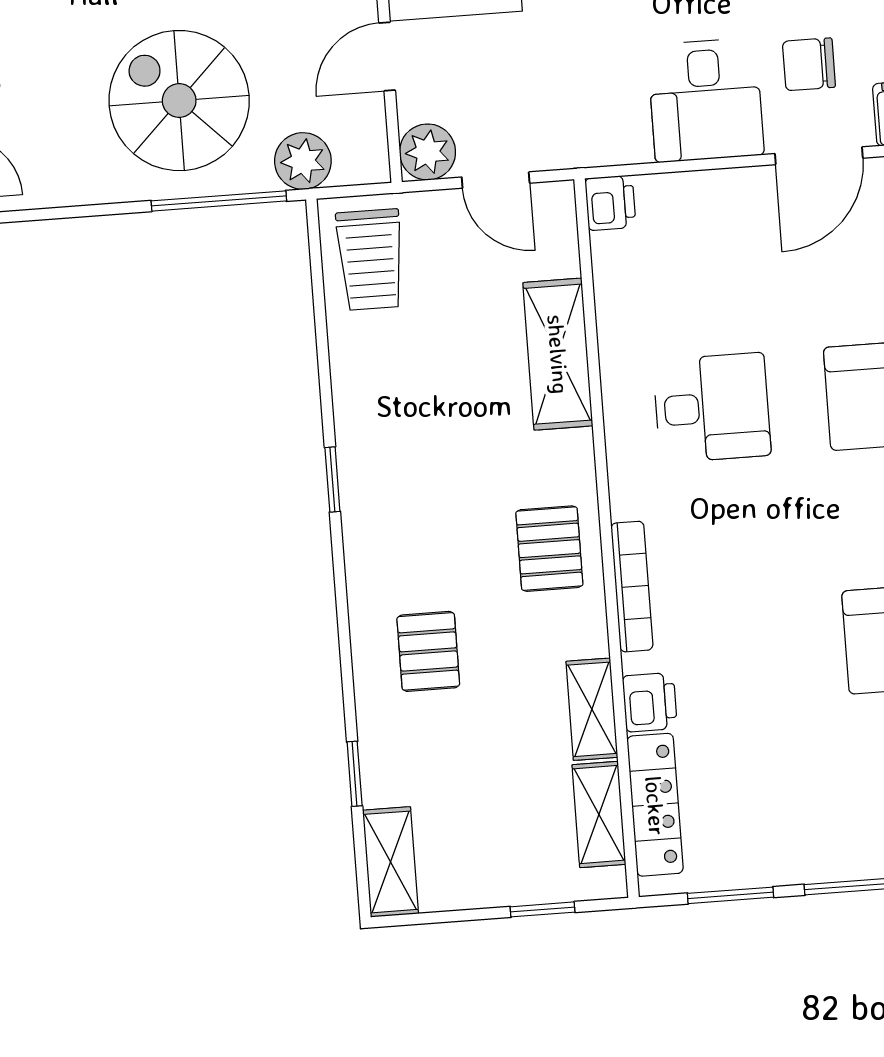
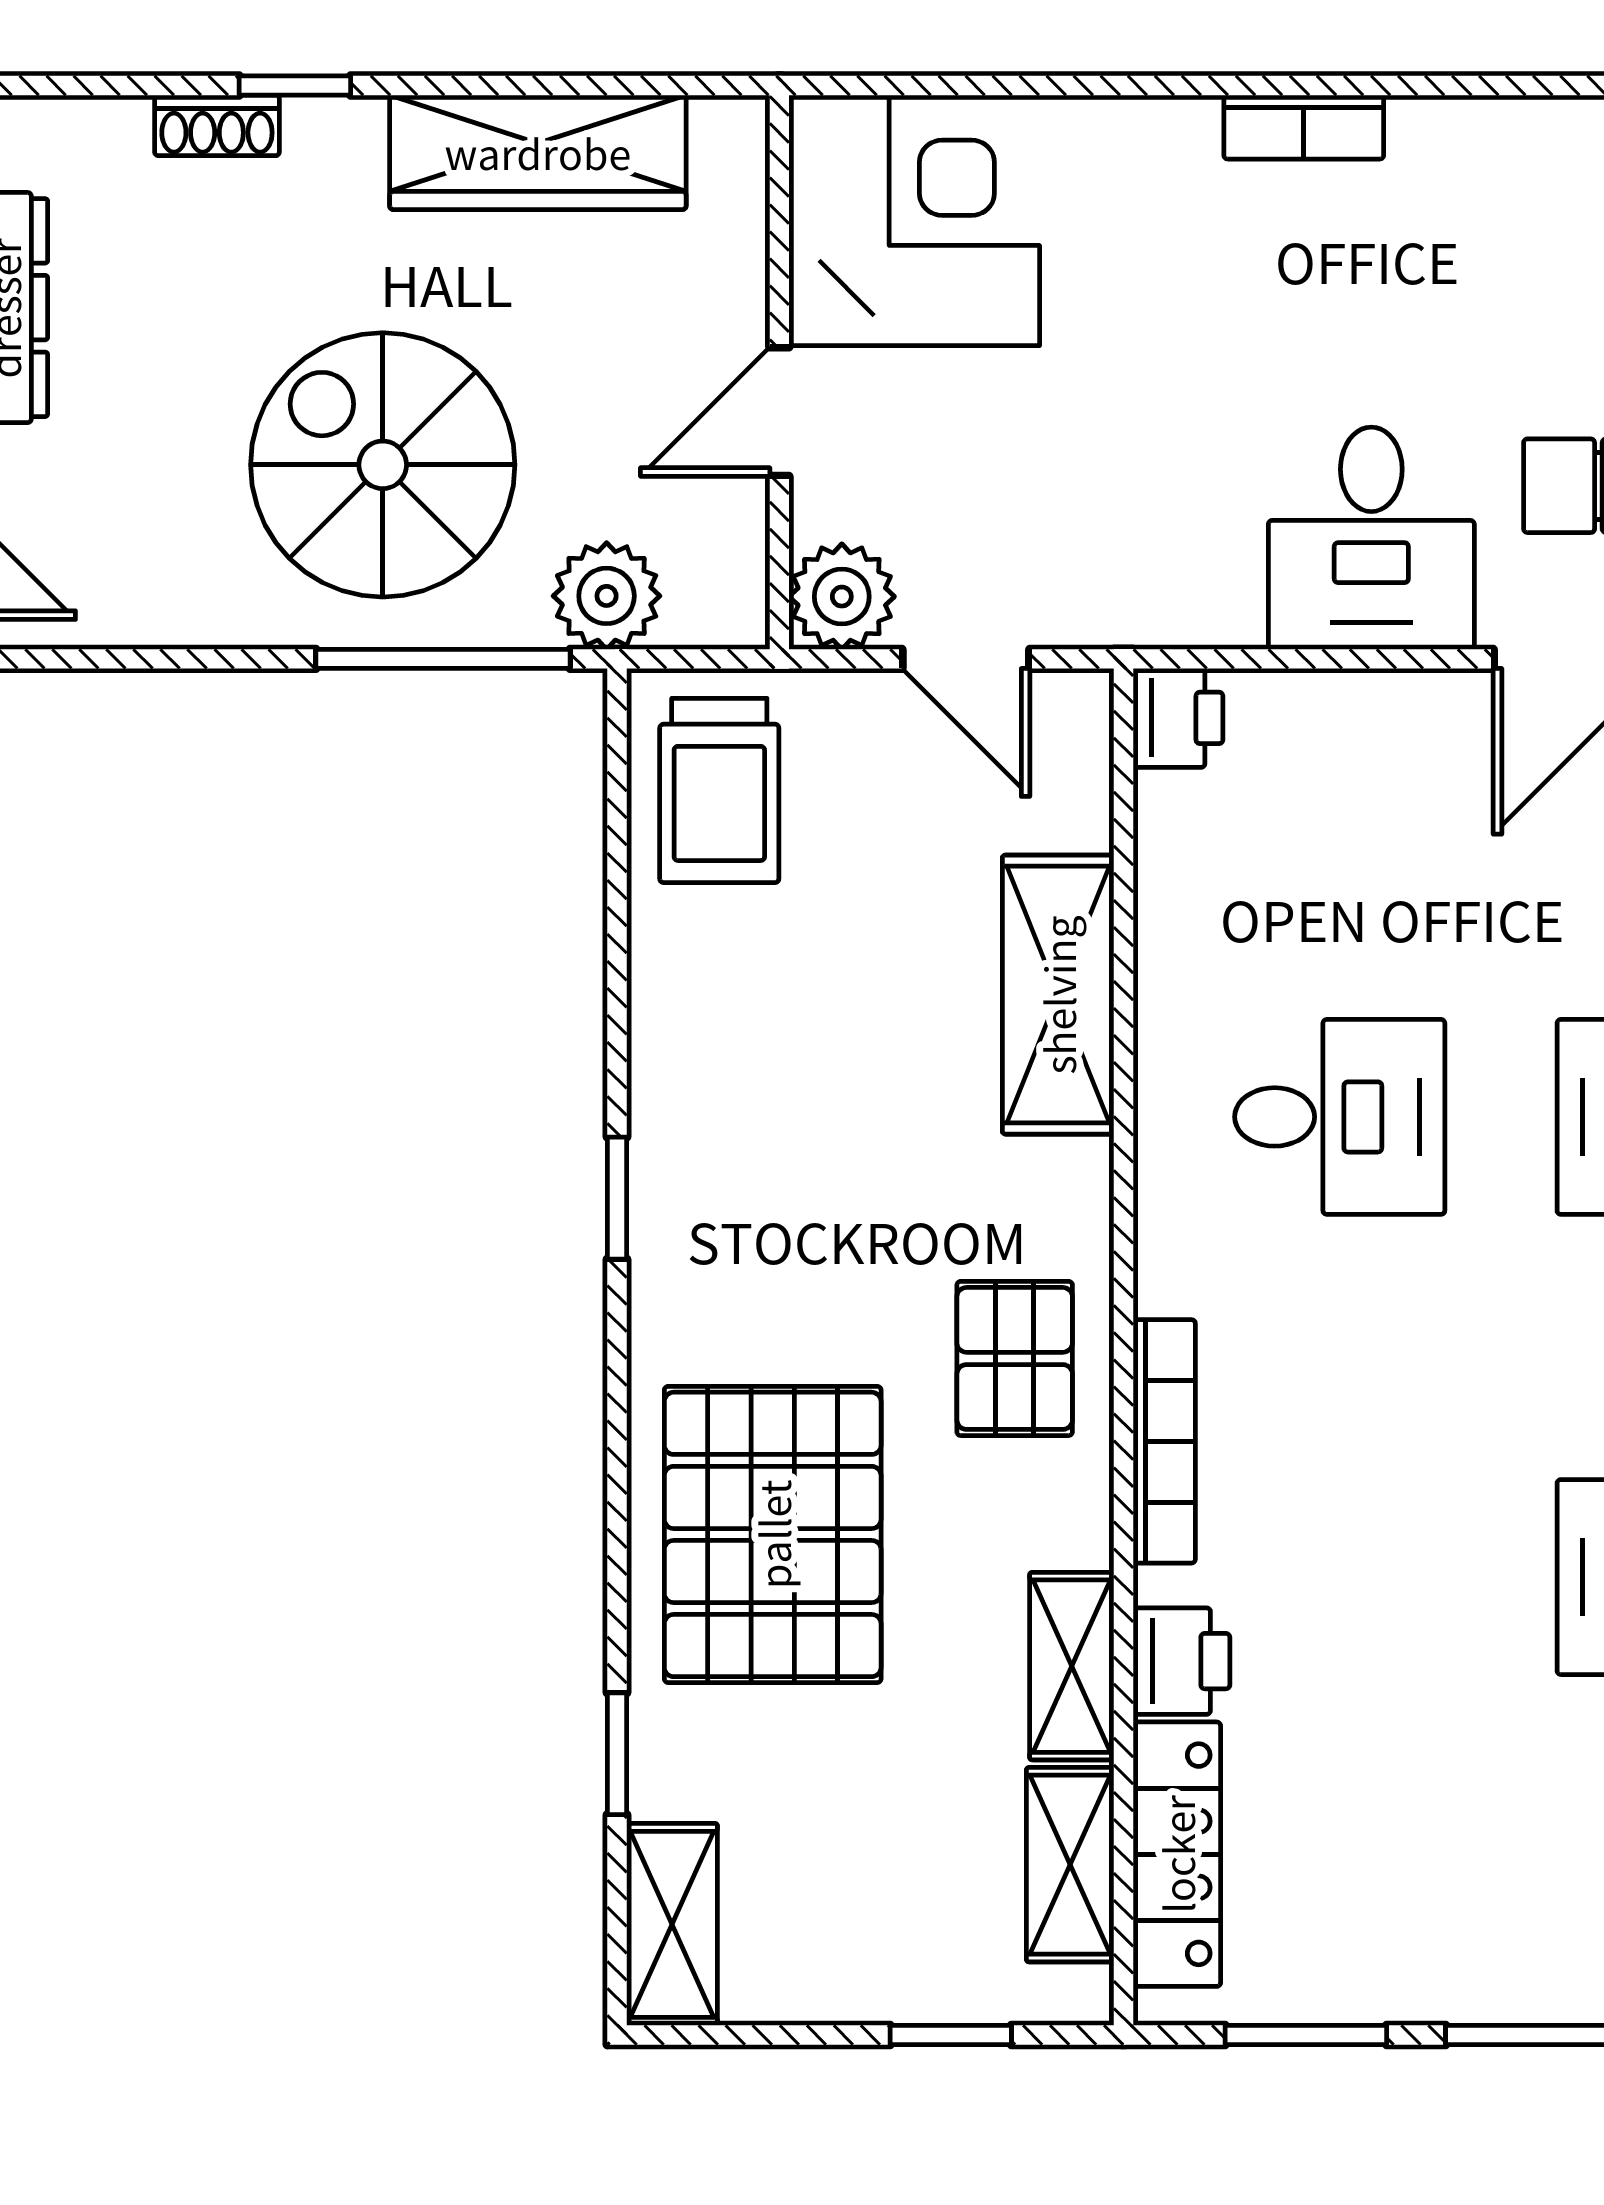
pallet: (428, 651) -> (773, 1534), width x2.05, depth x2.00

